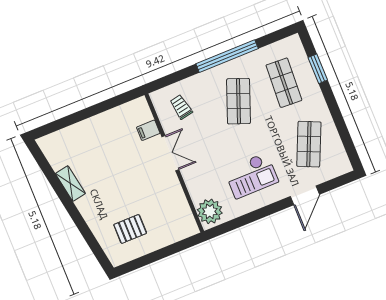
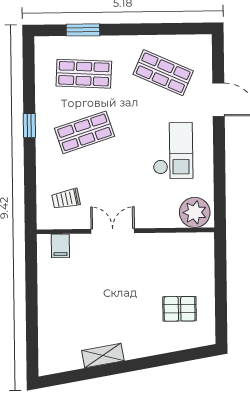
window: (227, 56) -> (29, 125), width x0.32
shop shelf: (239, 101) -> (85, 132), turned -39
filing cabinet: (148, 130) -> (60, 246), moved
pallet: (130, 229) -> (180, 309), turned 90

